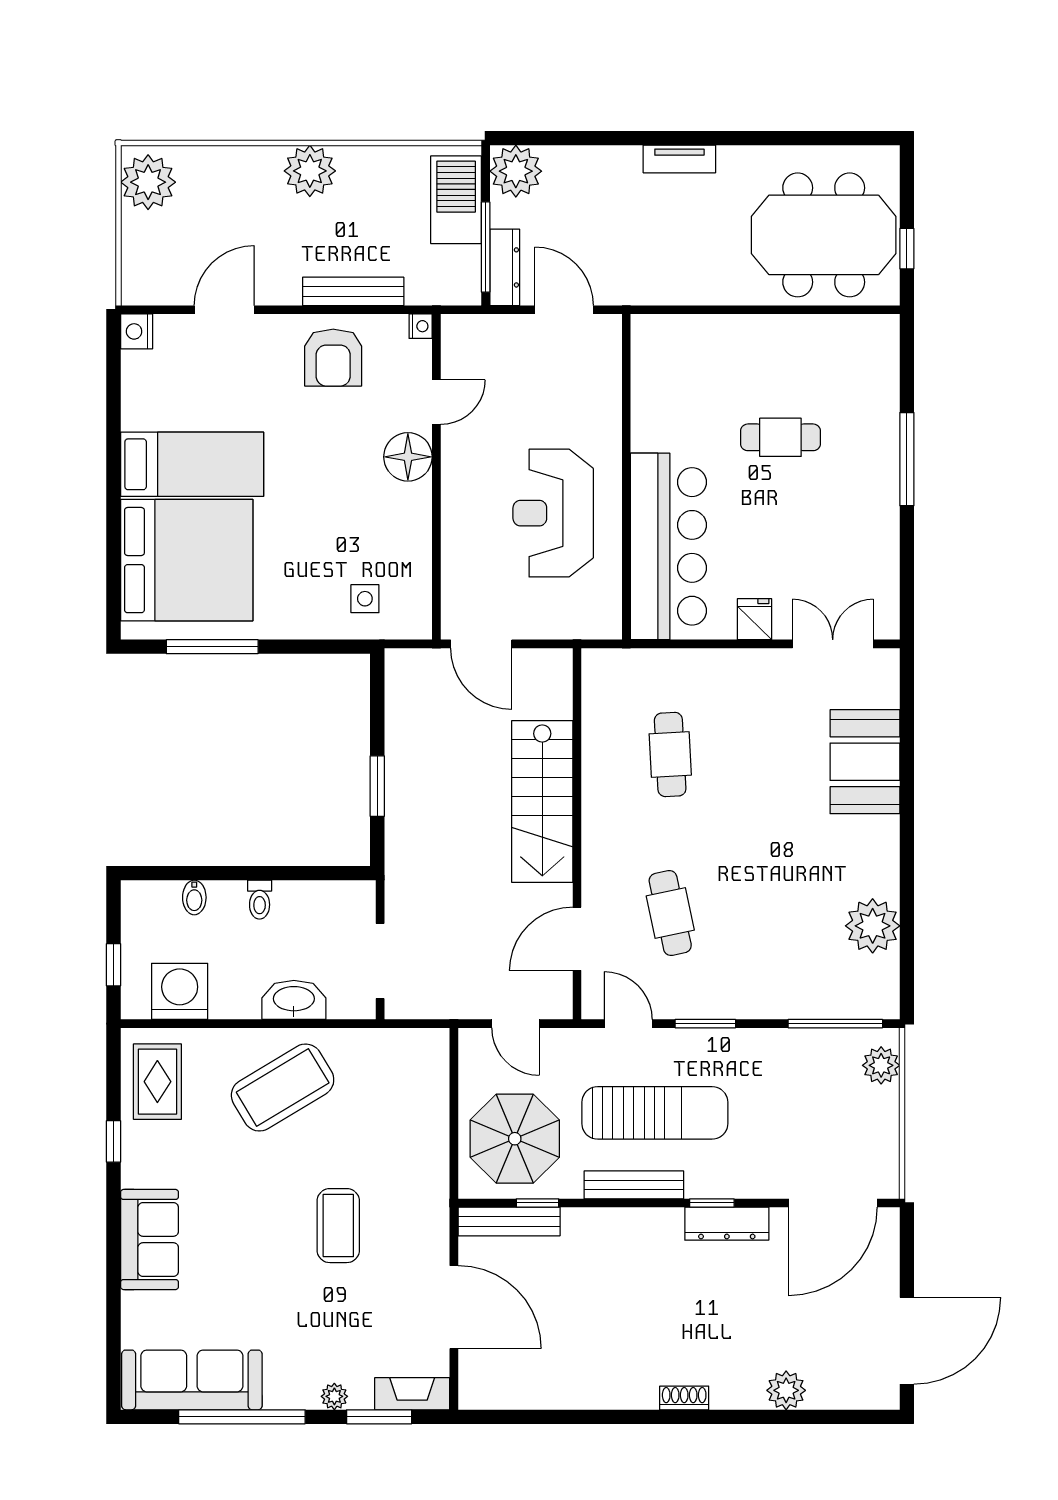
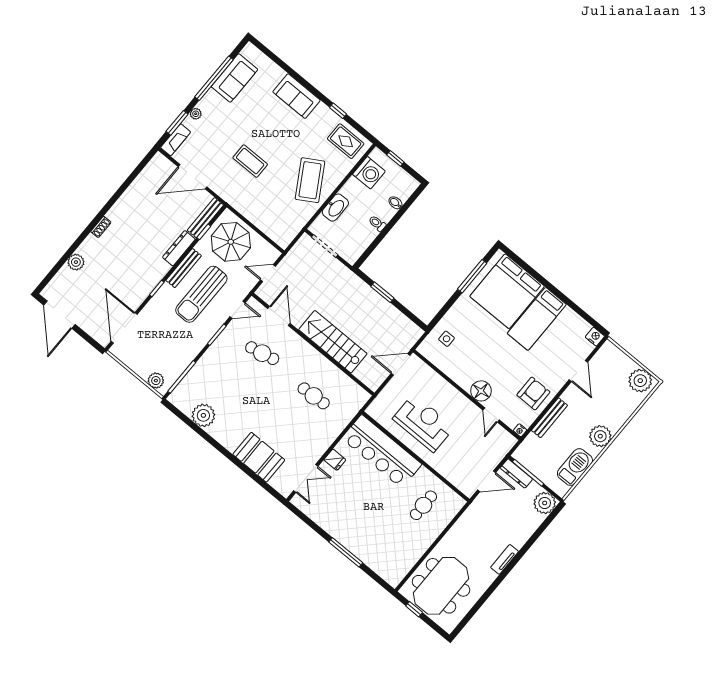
barbecue: (456, 200) -> (575, 467), moved, turned -90
armchair: (333, 358) -> (533, 393), turned 90
cafe table: (780, 437) -> (423, 505), moved
dresser: (727, 1224) -> (179, 248), moved
sofa: (192, 1380) -> (234, 78), width x0.73

